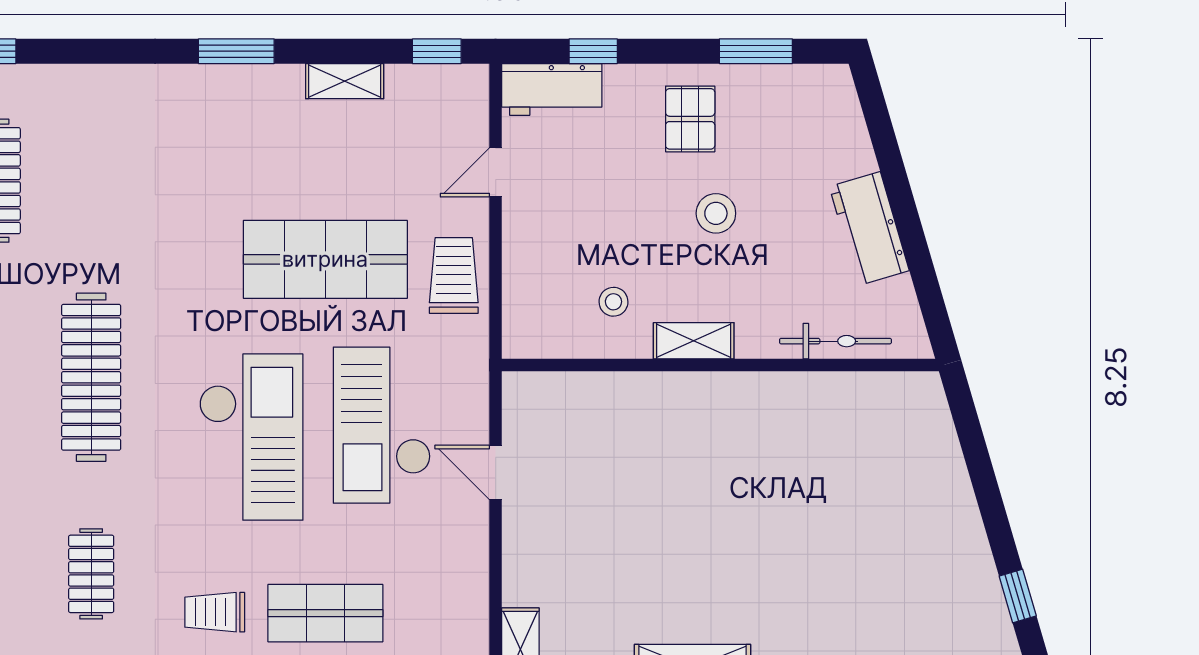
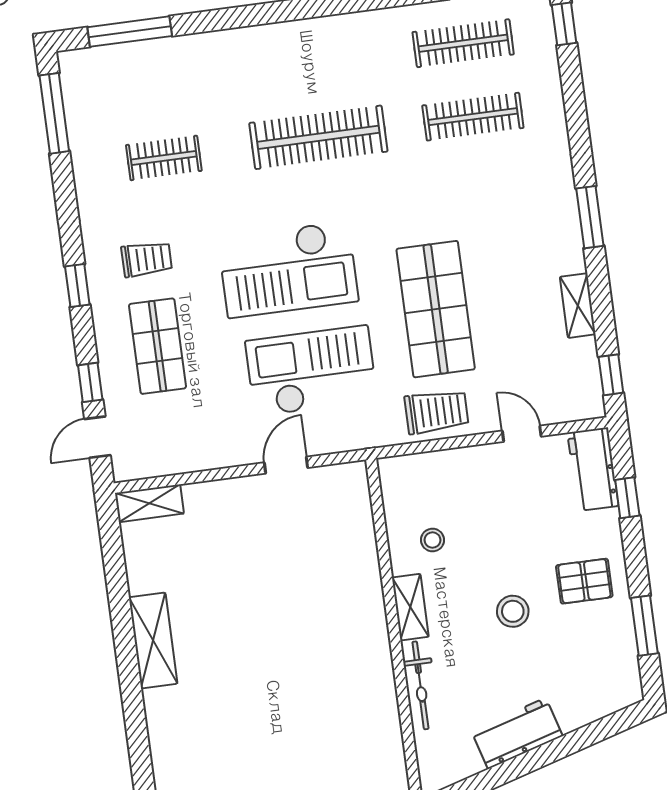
clothes rail: (91, 181) -> (473, 117), added
bicycle: (835, 341) -> (420, 685), moved
trolley: (215, 612) -> (147, 259), turned 90

